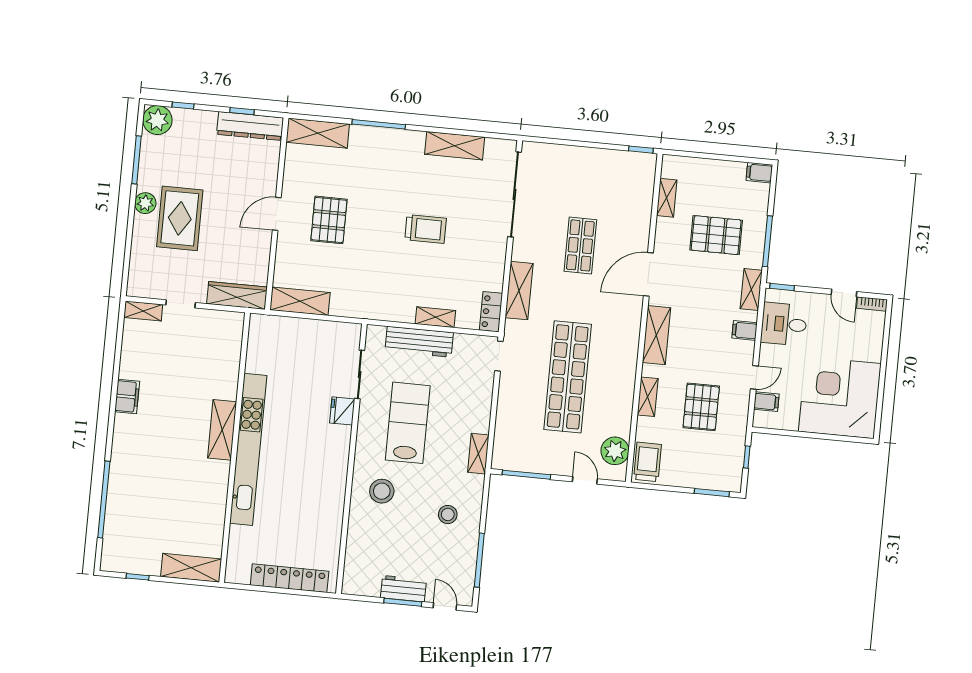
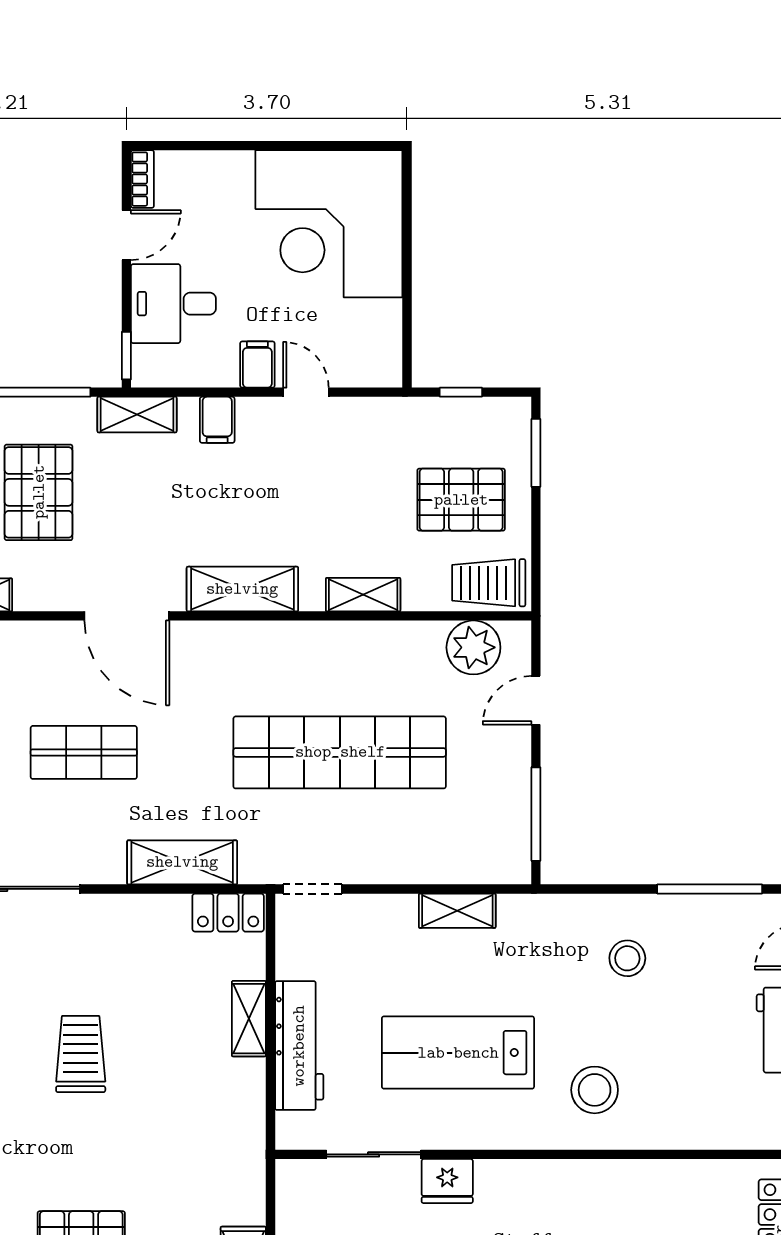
desk: (784, 324) -> (173, 304), moved, turned 90
filing cabinet: (766, 402) -> (257, 365), moved
pallet: (701, 407) -> (461, 500), moved
shelving: (478, 454) -> (457, 911), moved

